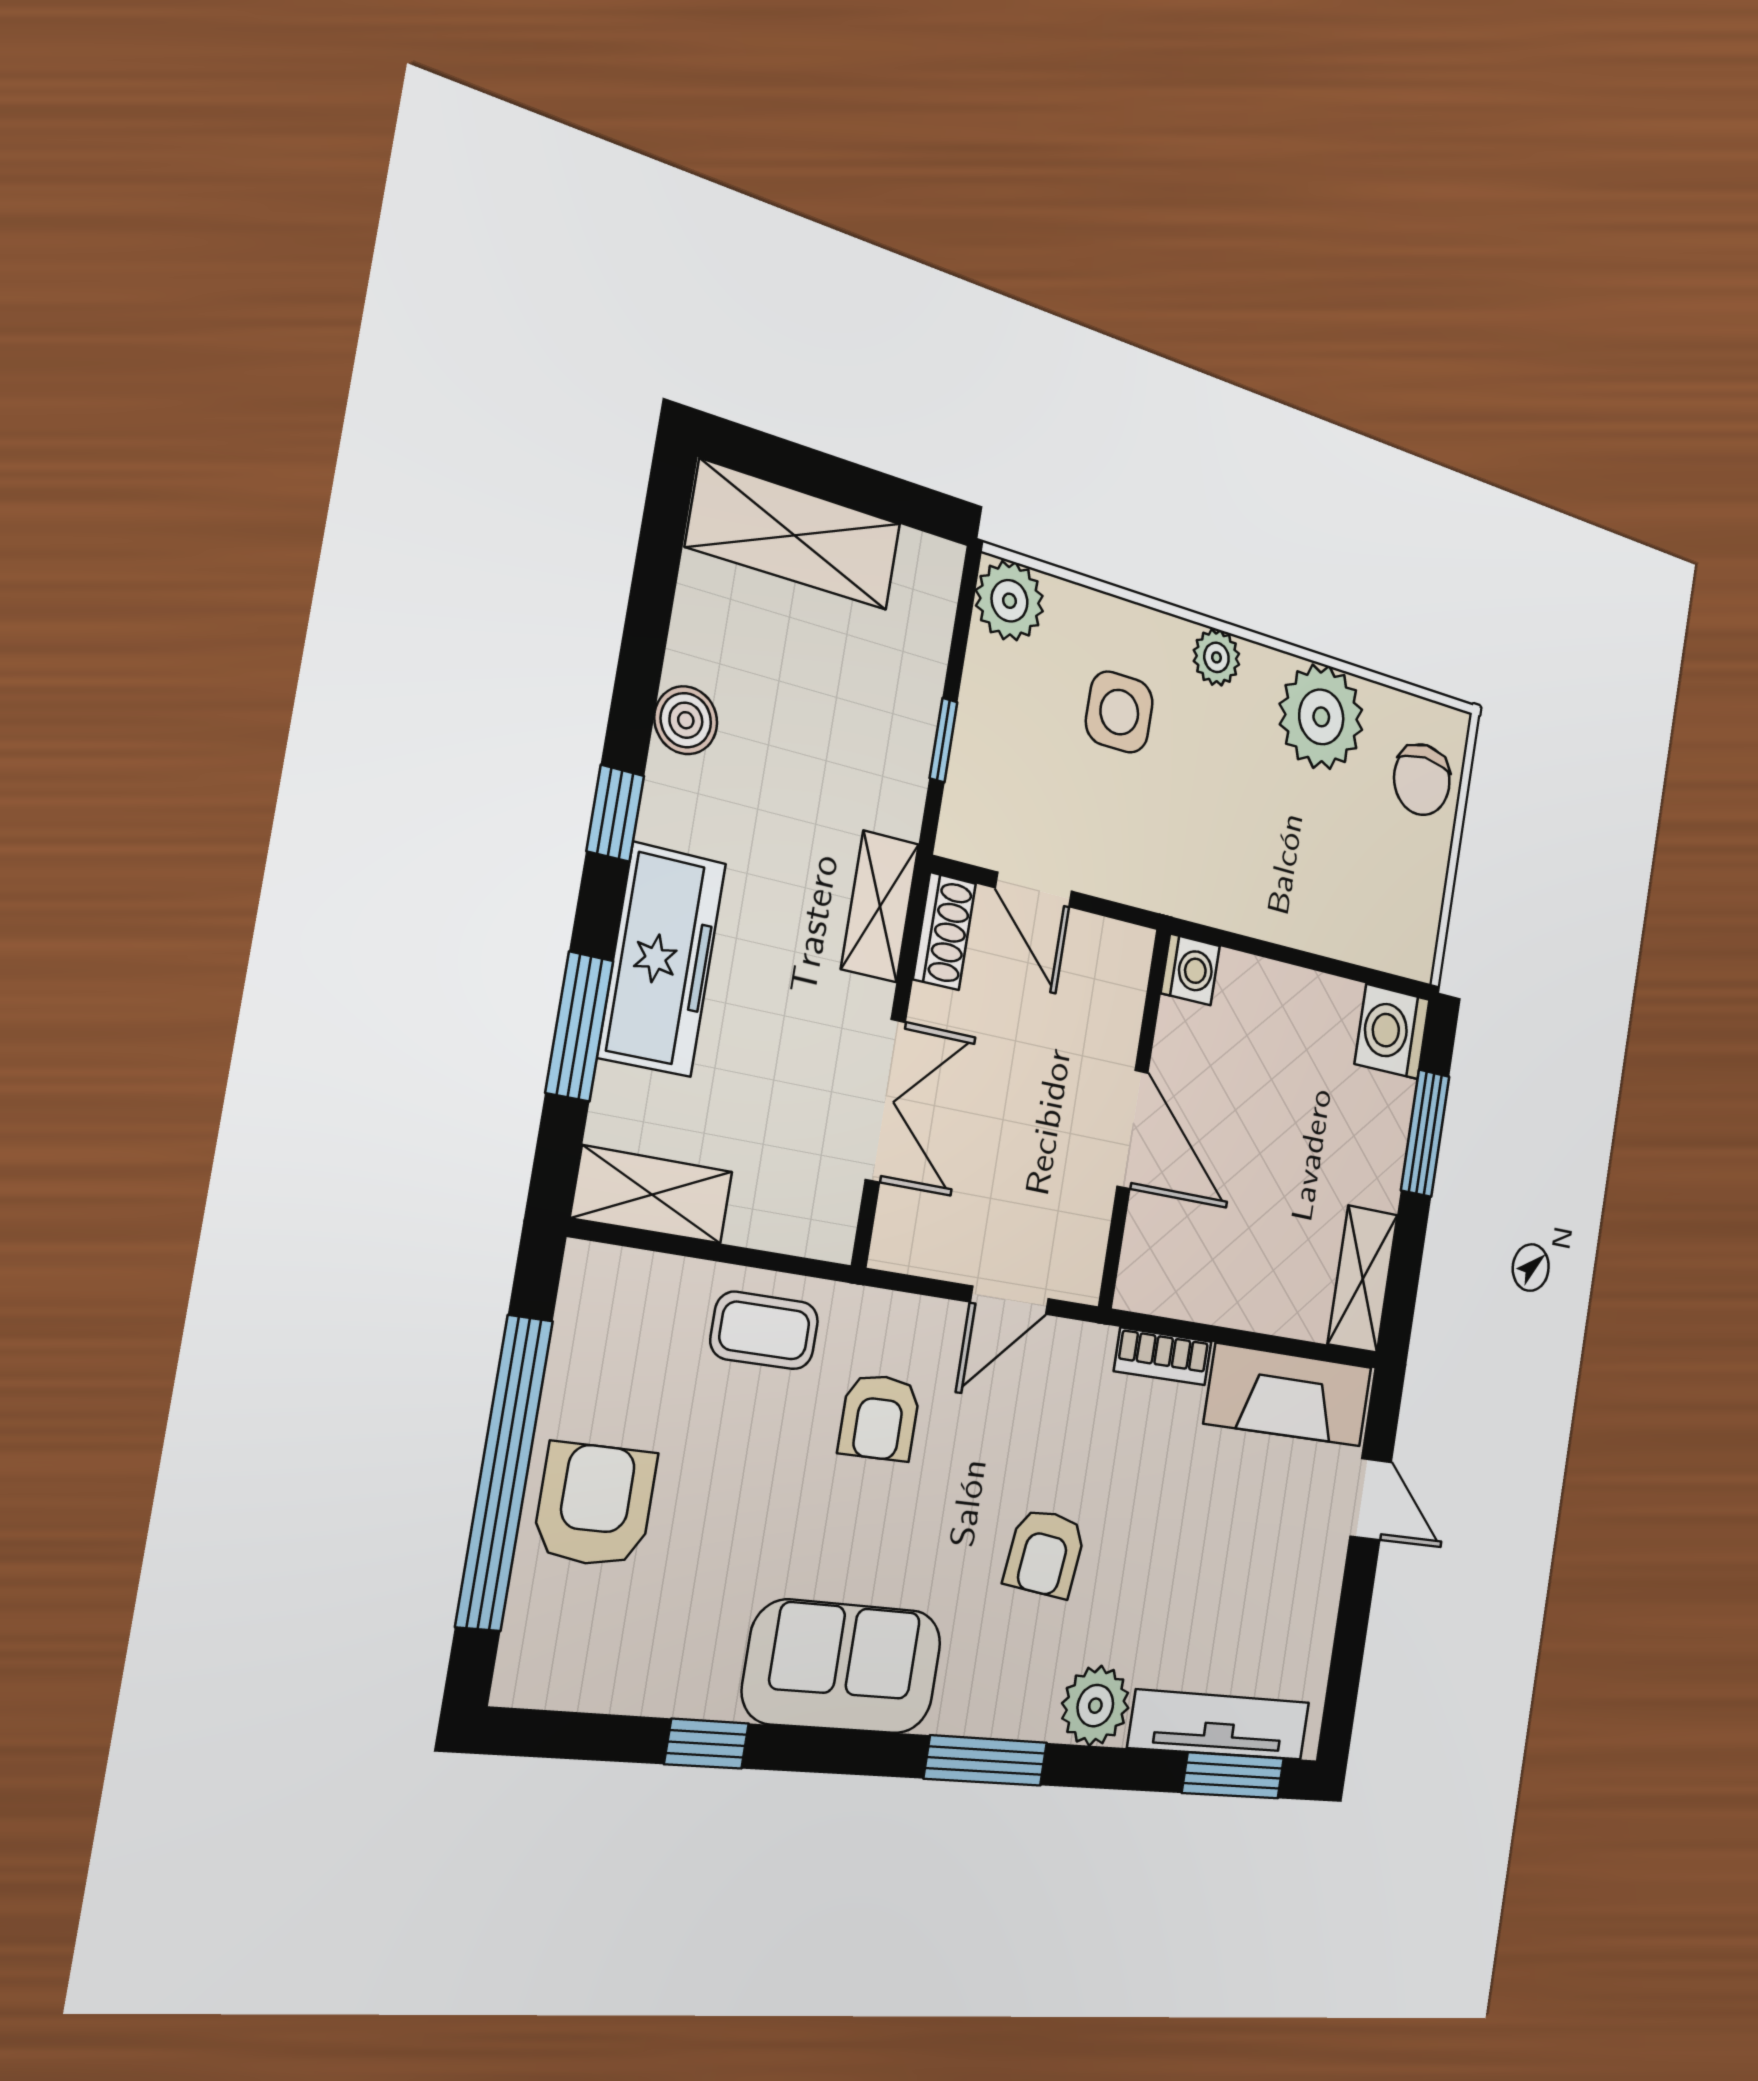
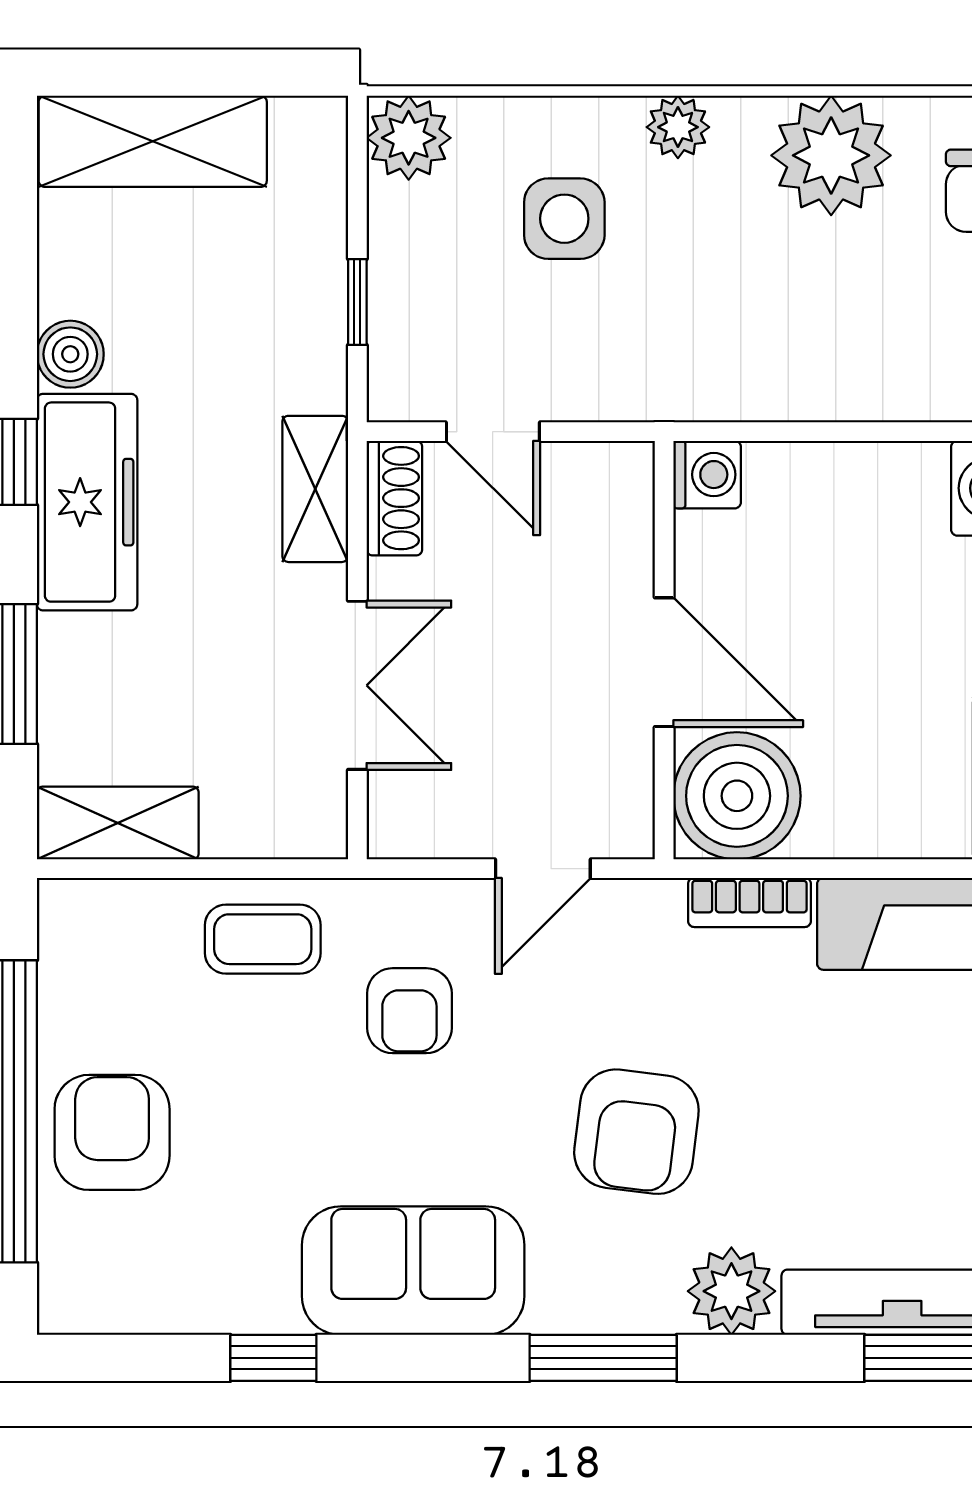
freezer: (662, 960) -> (87, 502), moved
boiler: (1168, 1260) -> (737, 796), added
armchair: (1045, 1553) -> (636, 1132), width x1.38, depth x1.38

